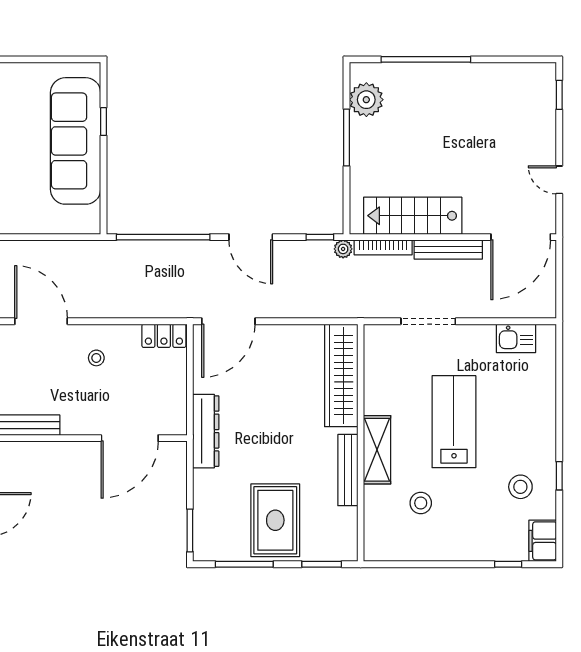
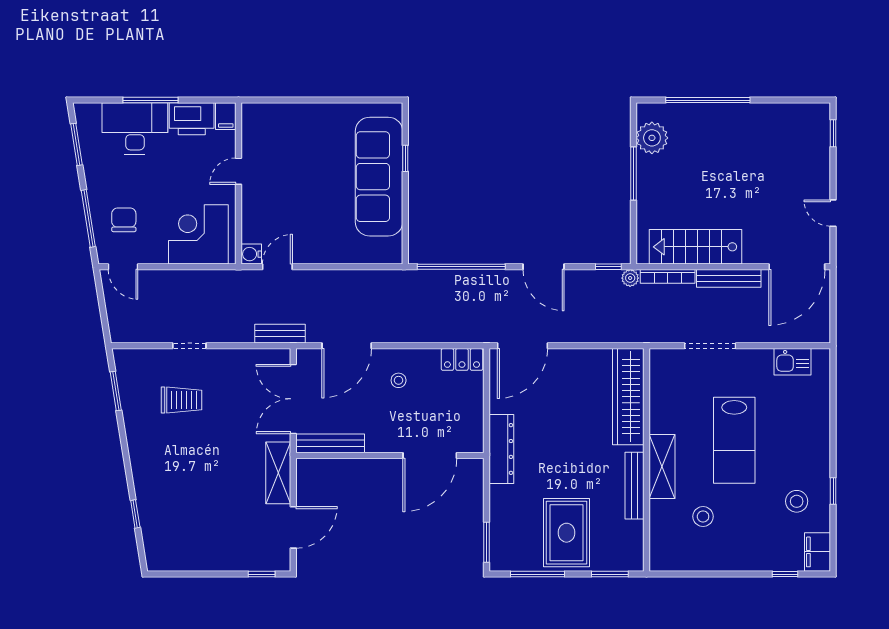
door: (41, 321) -> (347, 346), swing flipped
lab bench: (454, 422) -> (734, 440), turned 180

